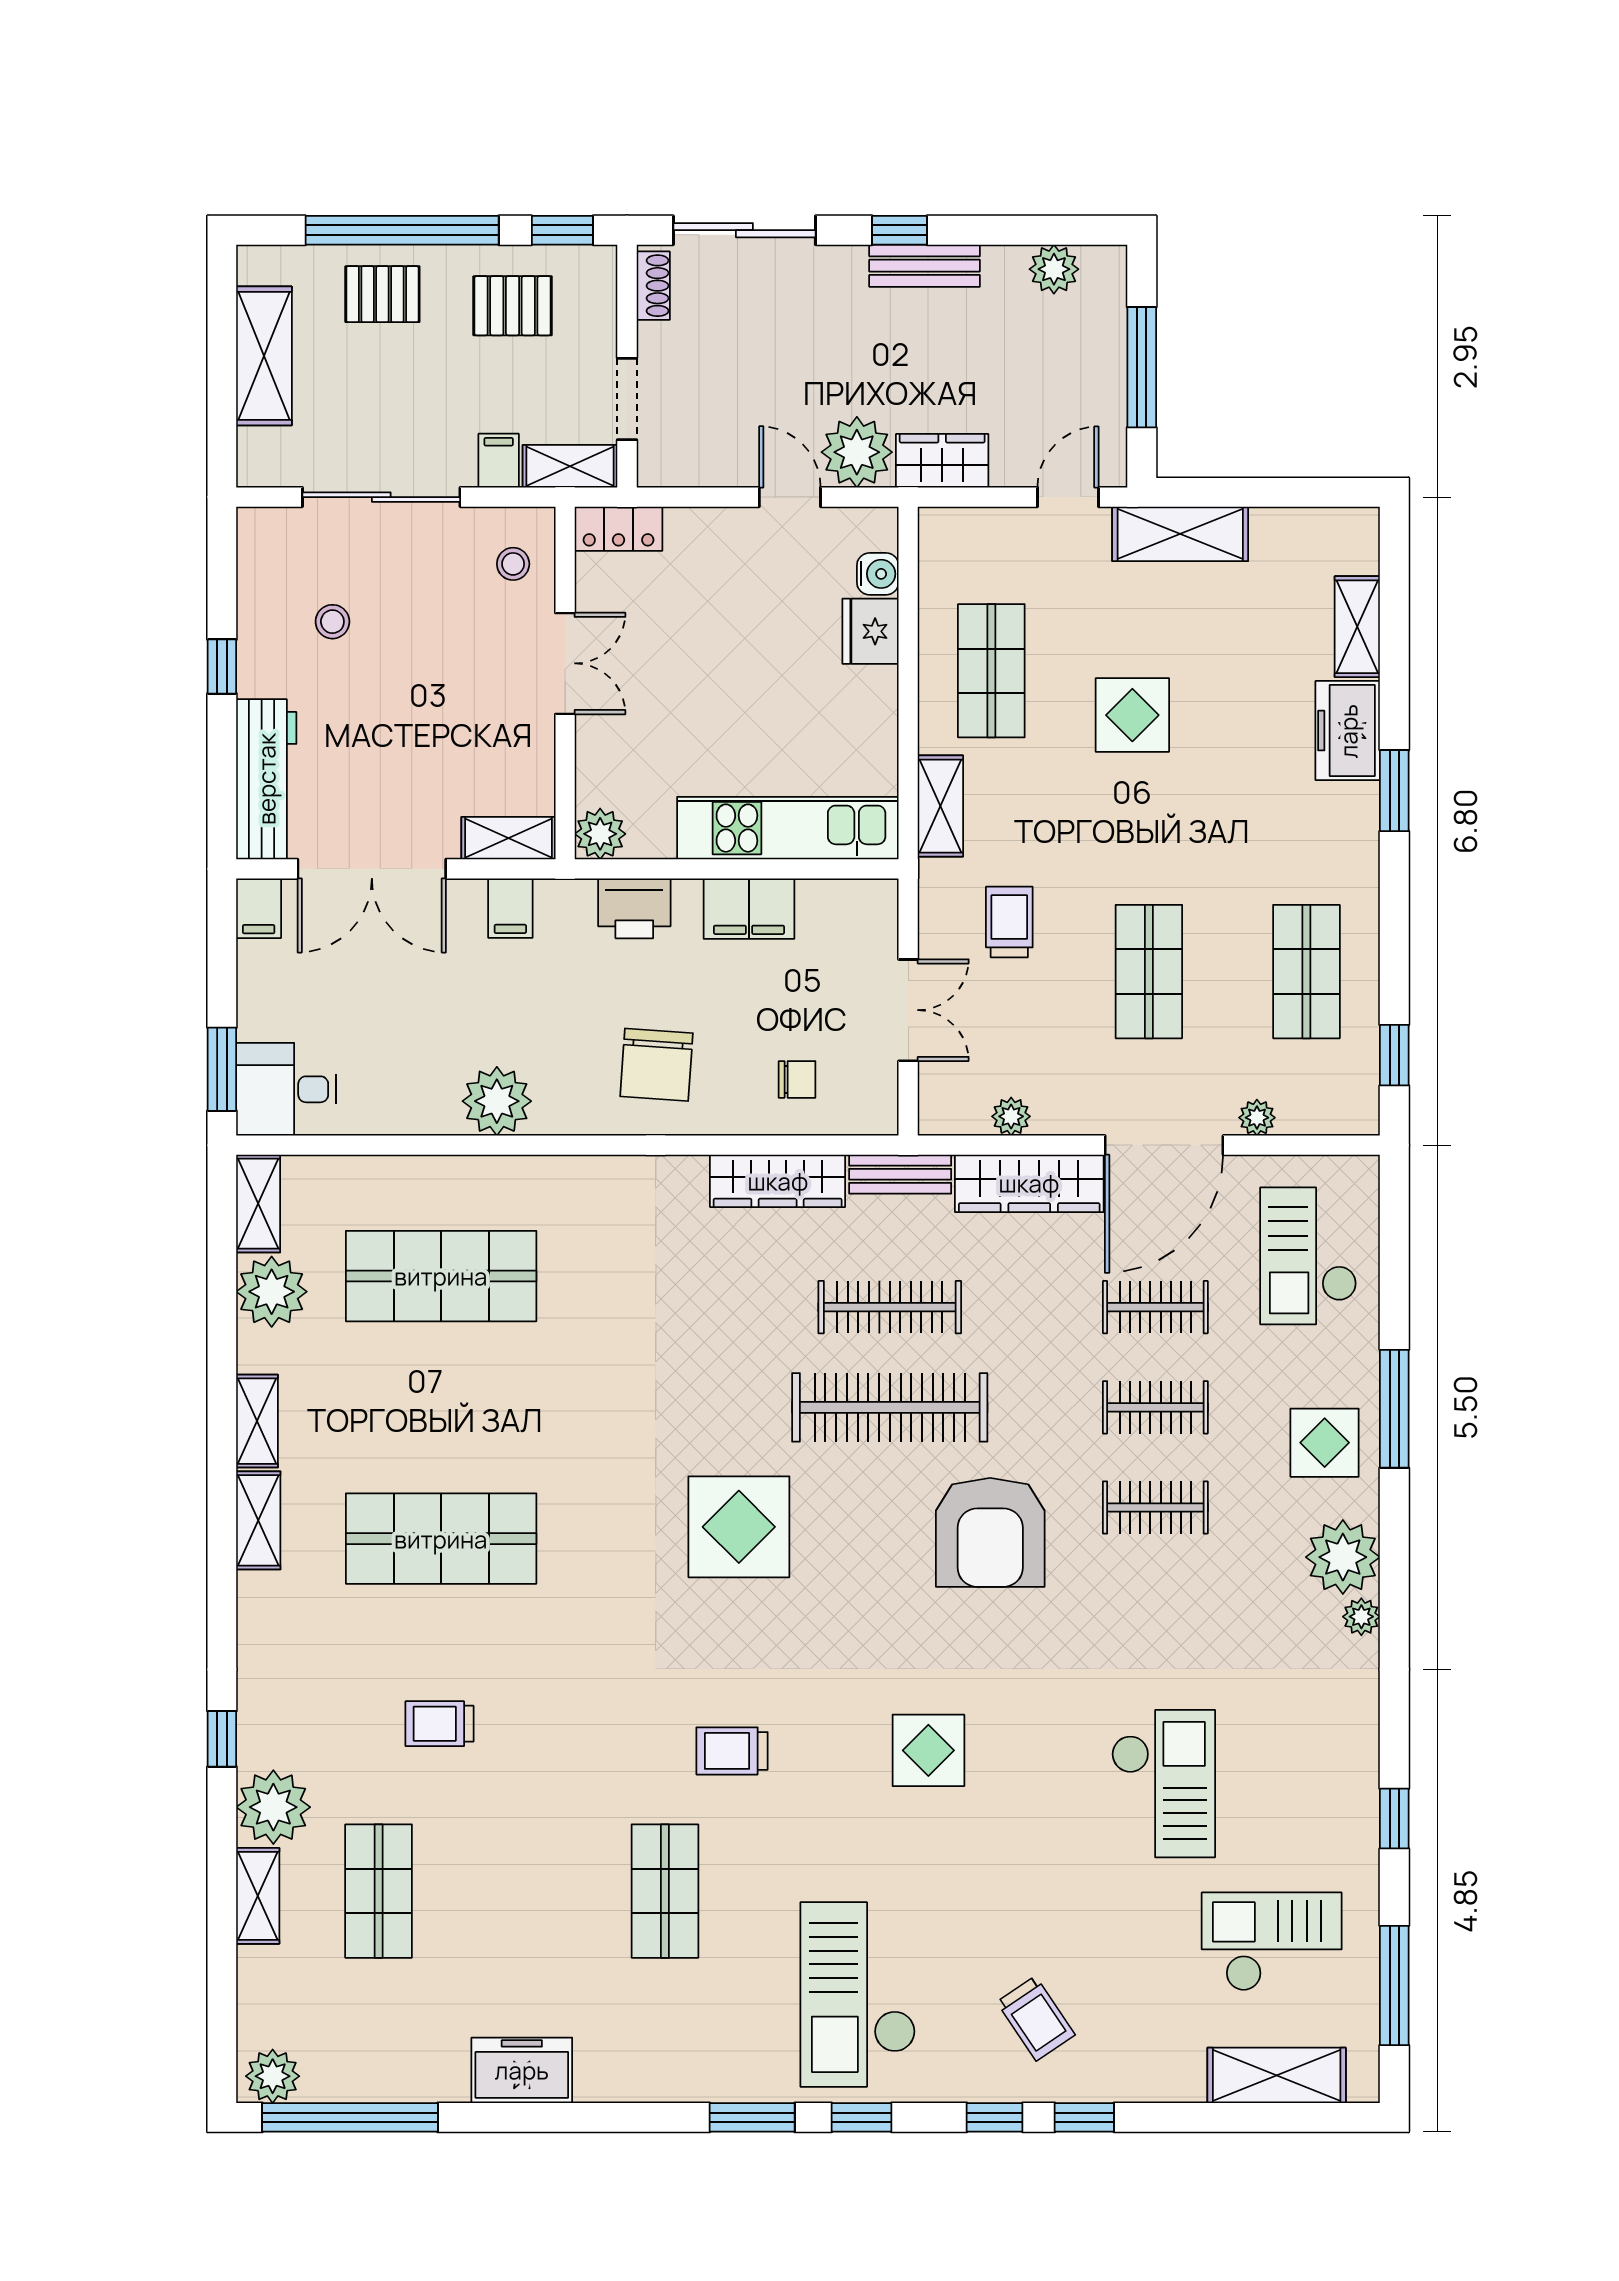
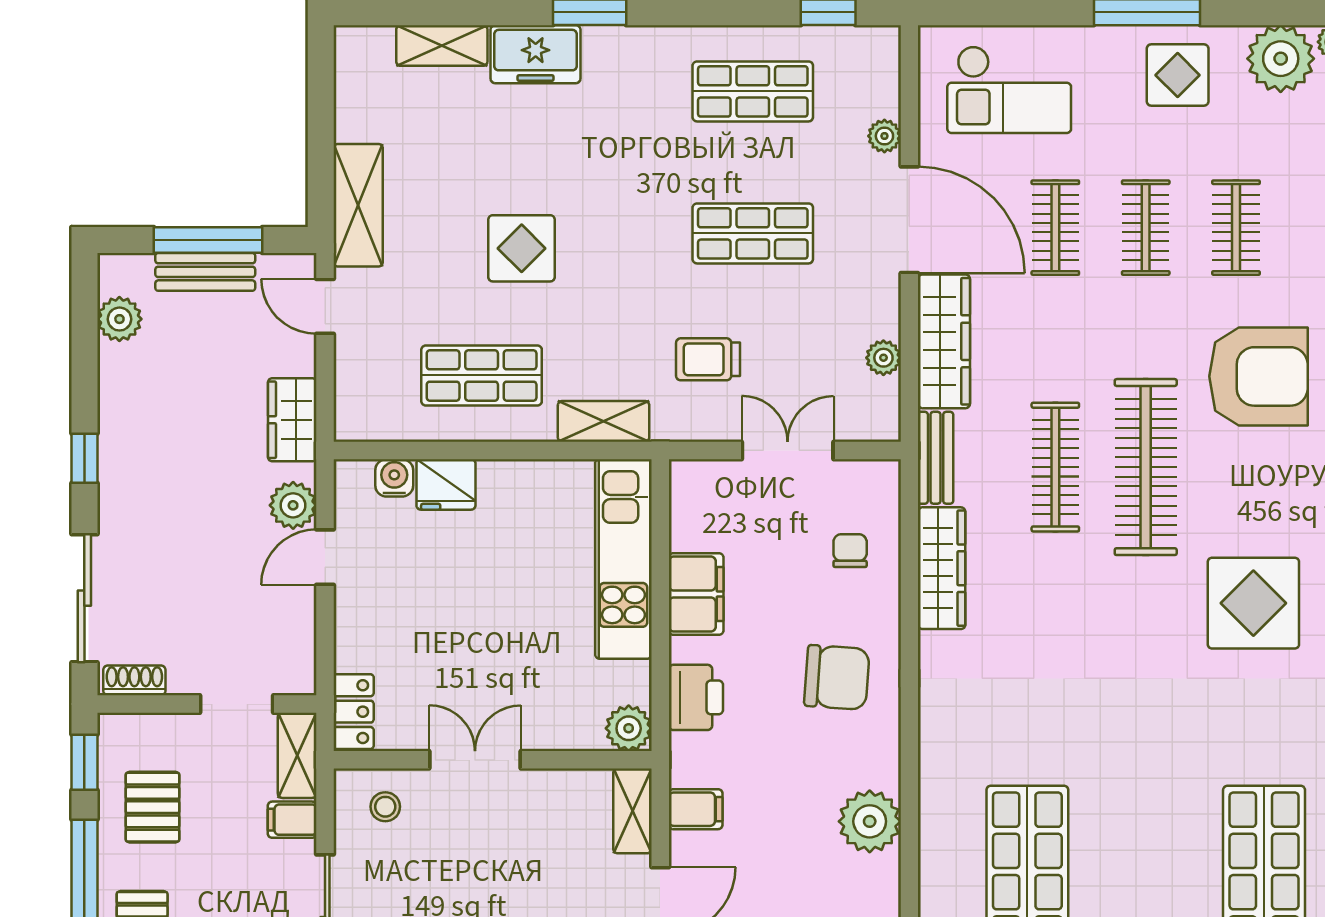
bench: (925, 266) -> (205, 272), moved, turned 90
plant: (857, 452) -> (293, 505), width x0.73, depth x0.73

